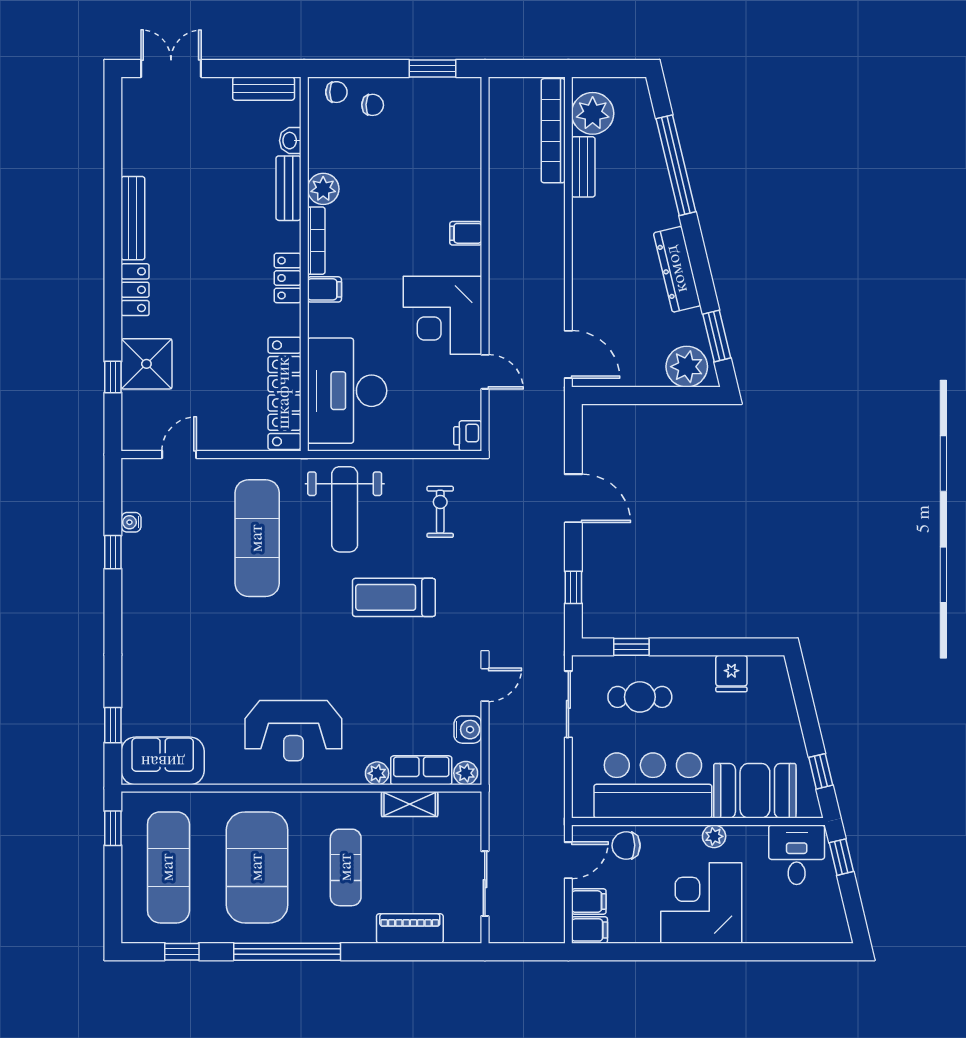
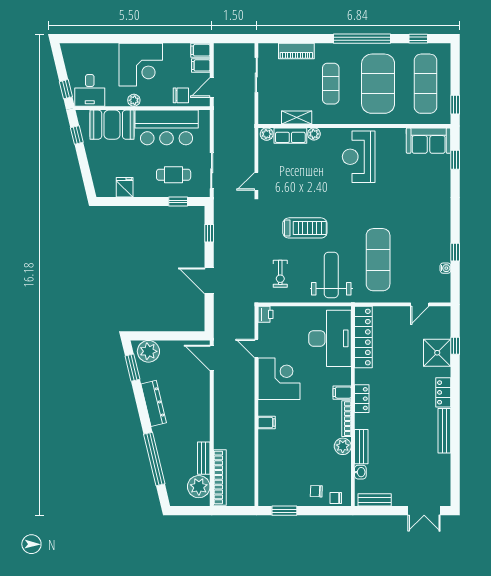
water cooler: (468, 730) -> (265, 157), removed
reception desk: (293, 731) -> (359, 157), turned -90

